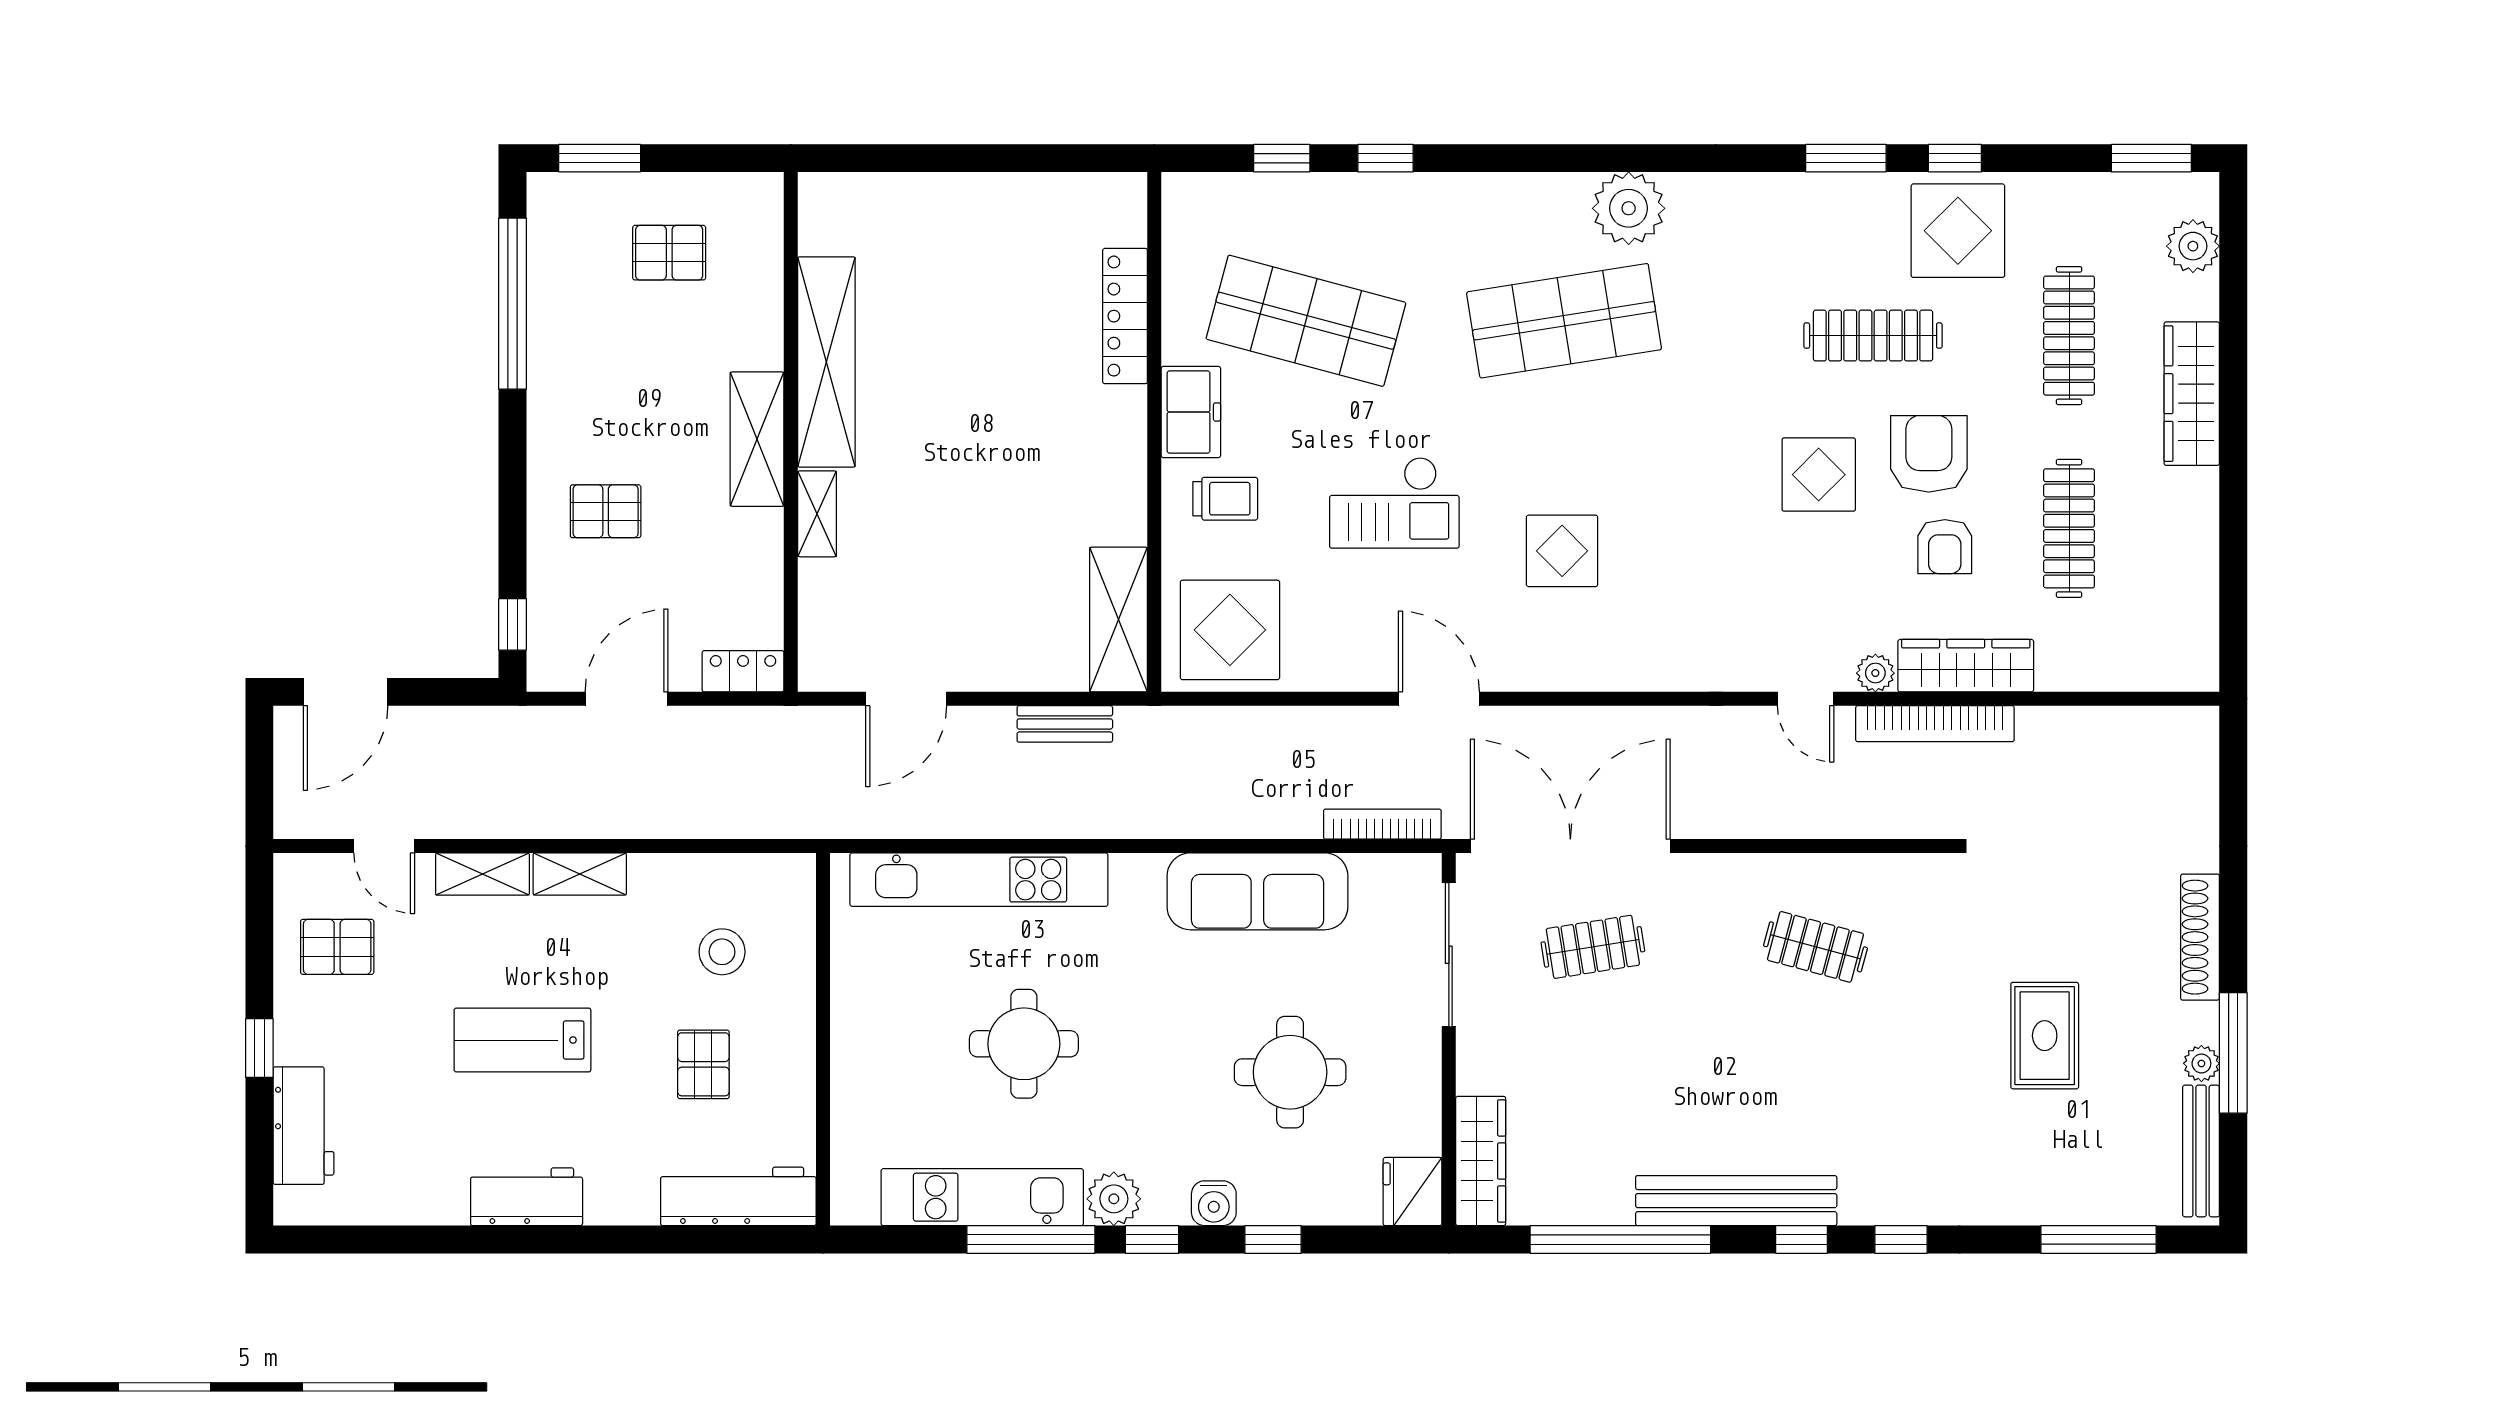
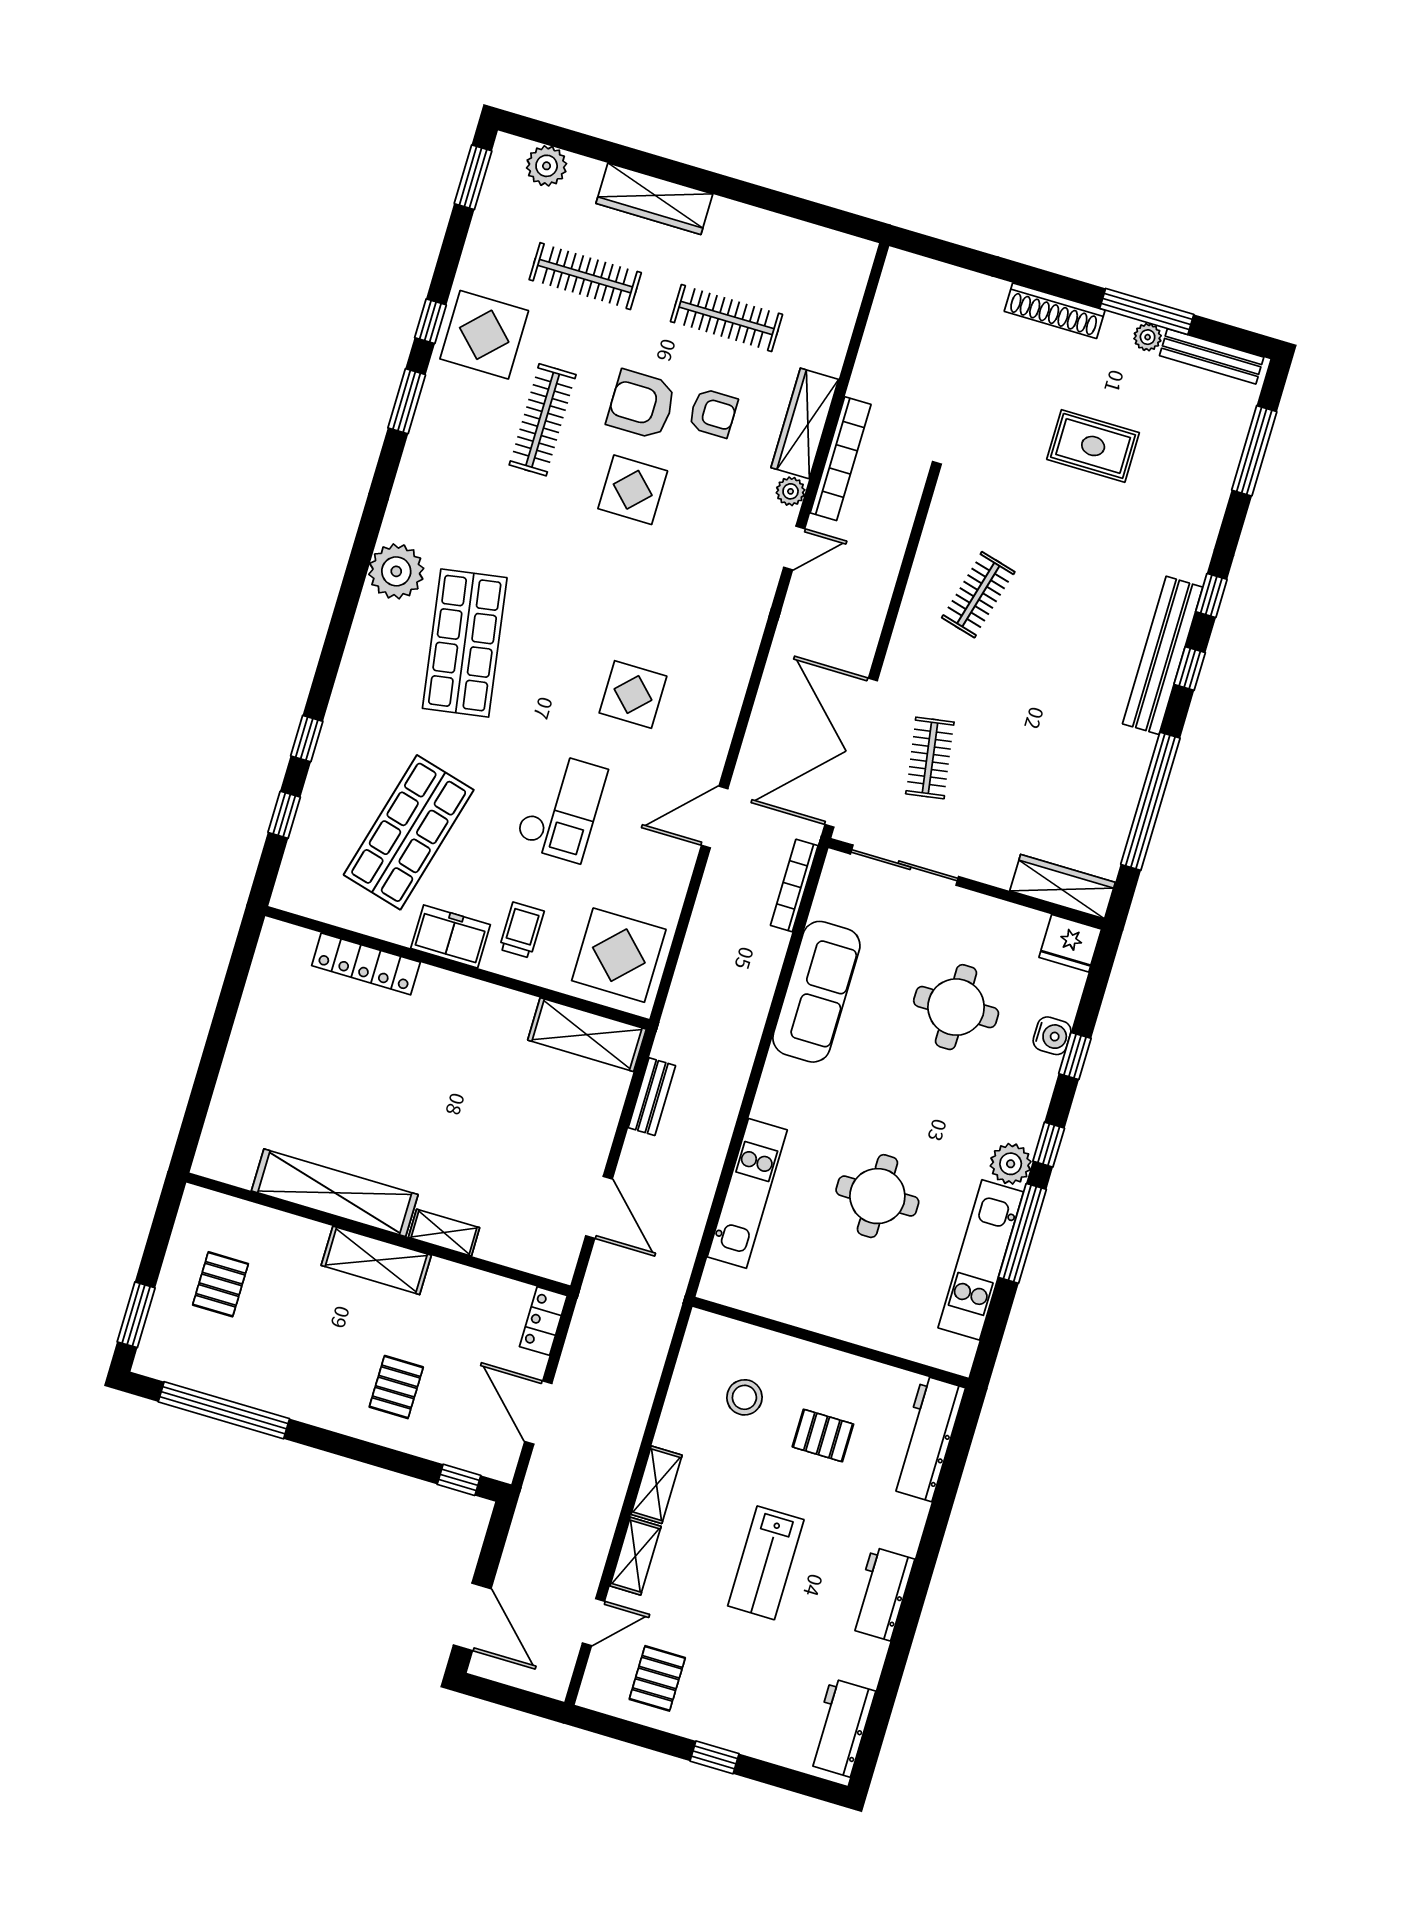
kitchen unit: (979, 880) -> (747, 1193), width x0.73
workbench: (304, 1126) -> (841, 1728), moved, turned -90
bench: (1736, 1201) -> (1163, 655), moved
water cooler: (1214, 1203) -> (1052, 1036), moved

